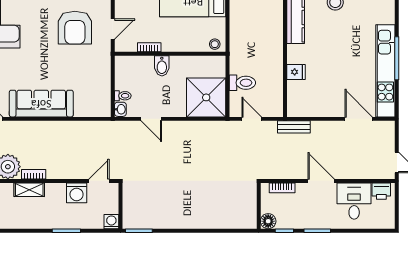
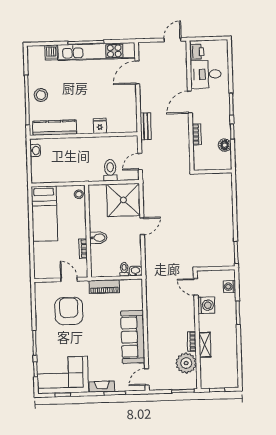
dishwasher: (386, 16) -> (51, 53), added
armchair: (75, 28) -> (69, 311), turned -90
piano: (103, 71) -> (104, 287), added
door: (151, 119) -> (142, 226), moved
wall: (259, 206) -> (213, 172), moved
washing machine: (111, 222) -> (230, 287), moved

